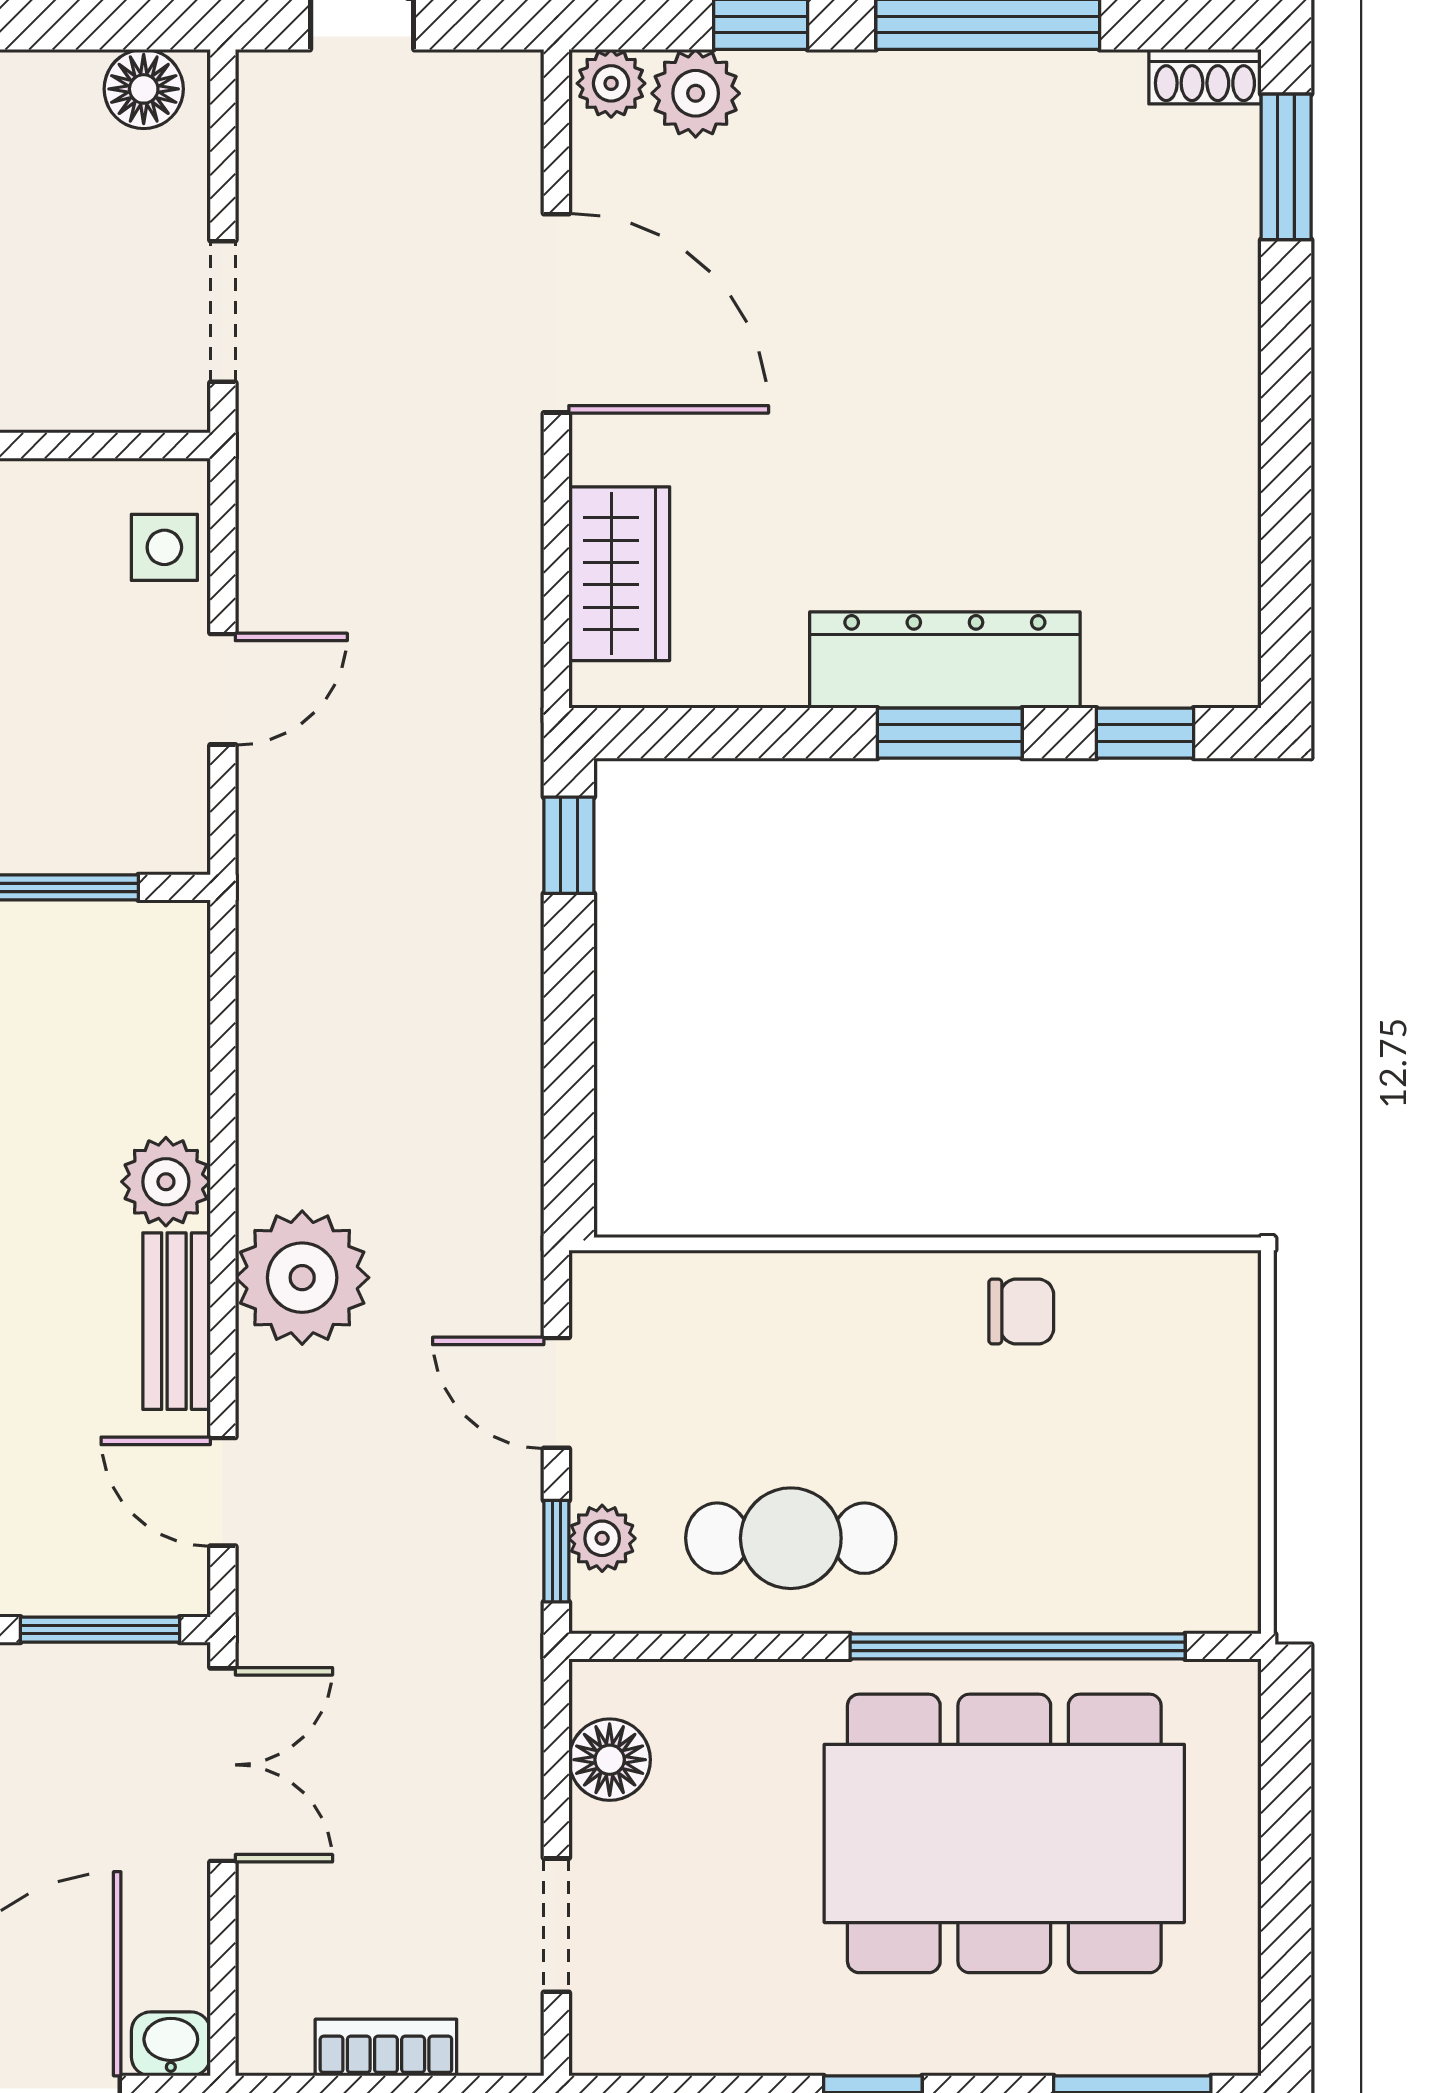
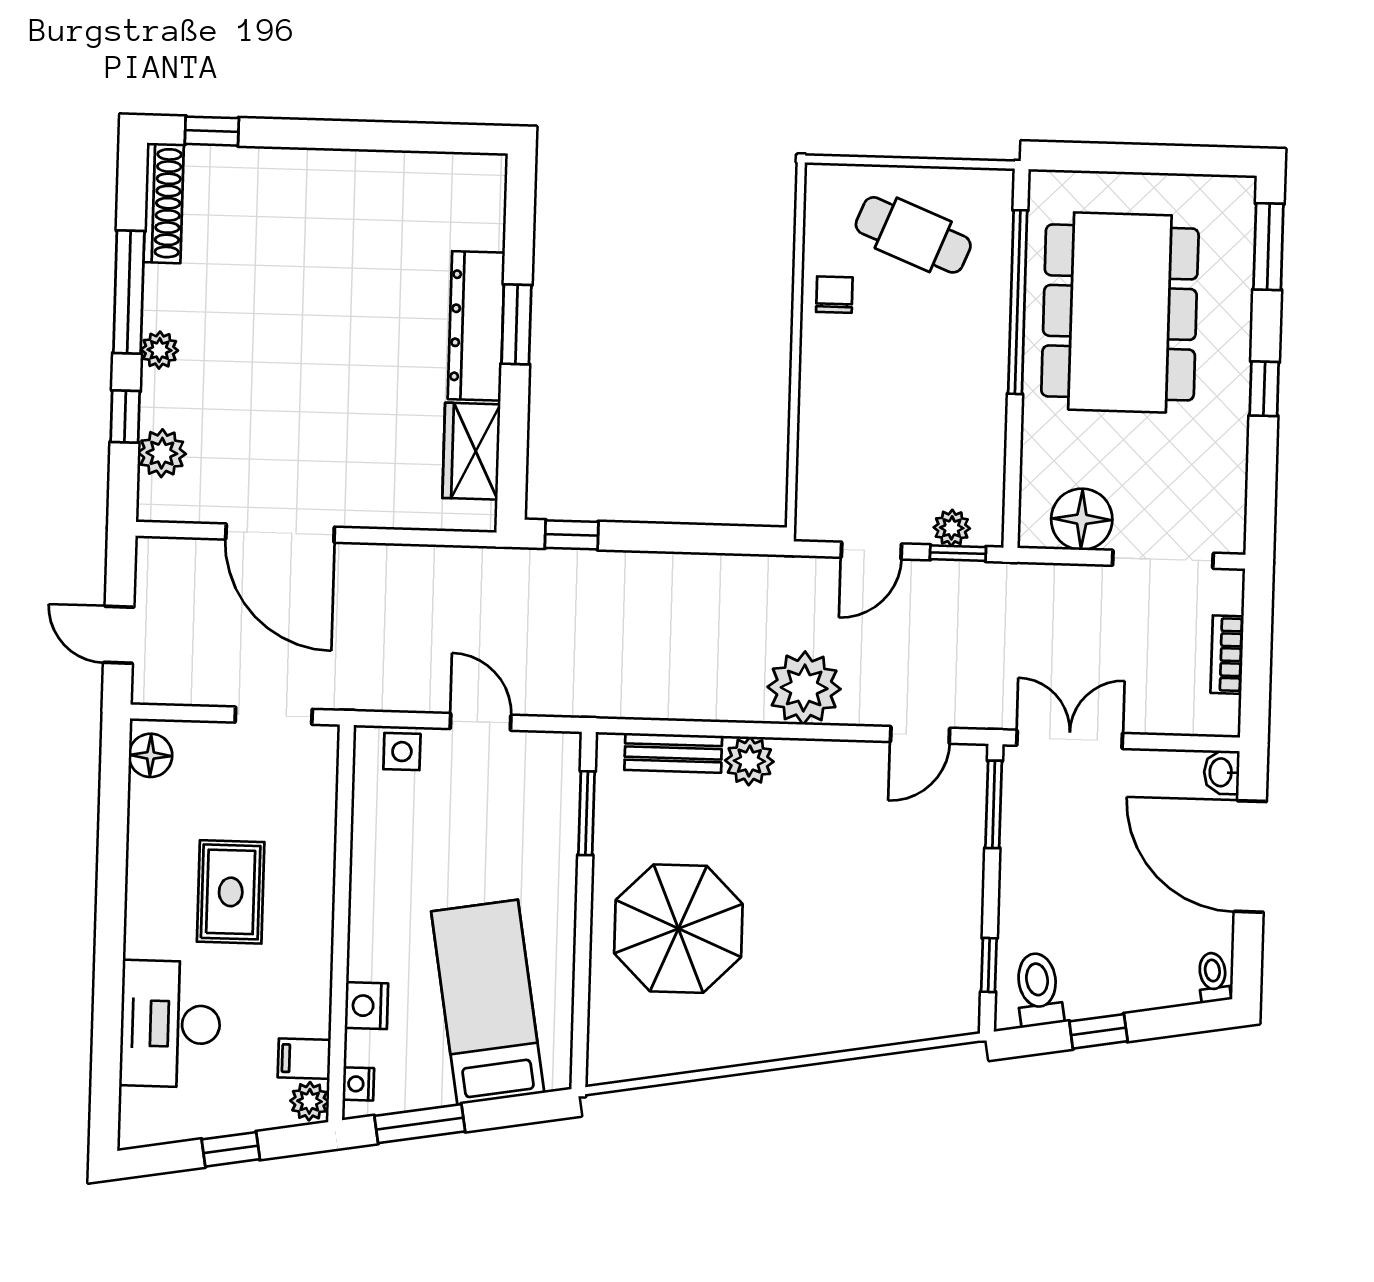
shoe rack: (1205, 77) -> (164, 203), width x1.94, depth x1.24
plant: (611, 83) -> (159, 350), moved
window: (1286, 167) -> (212, 131), width x0.67
door: (556, 313) -> (280, 533), swing flipped
wardrobe: (619, 574) -> (471, 451), moved, turned -90
window: (1145, 733) -> (520, 217), removed
bench: (177, 1321) -> (673, 753), moved
cafe table: (791, 1538) -> (913, 235), moved, turned -68
floor lamp: (610, 1760) -> (1082, 519), width x1.38, depth x1.38
doorway: (556, 1925) -> (1163, 559), width x1.38

